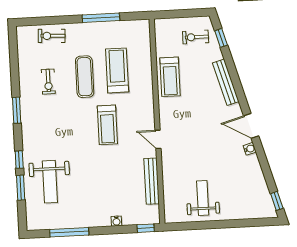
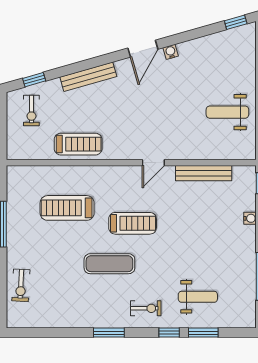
exercise mat: (85, 77) -> (109, 264), moved
exercise bike: (48, 82) -> (146, 308), moved
weight bench: (50, 182) -> (198, 297), width x0.73, depth x0.75

